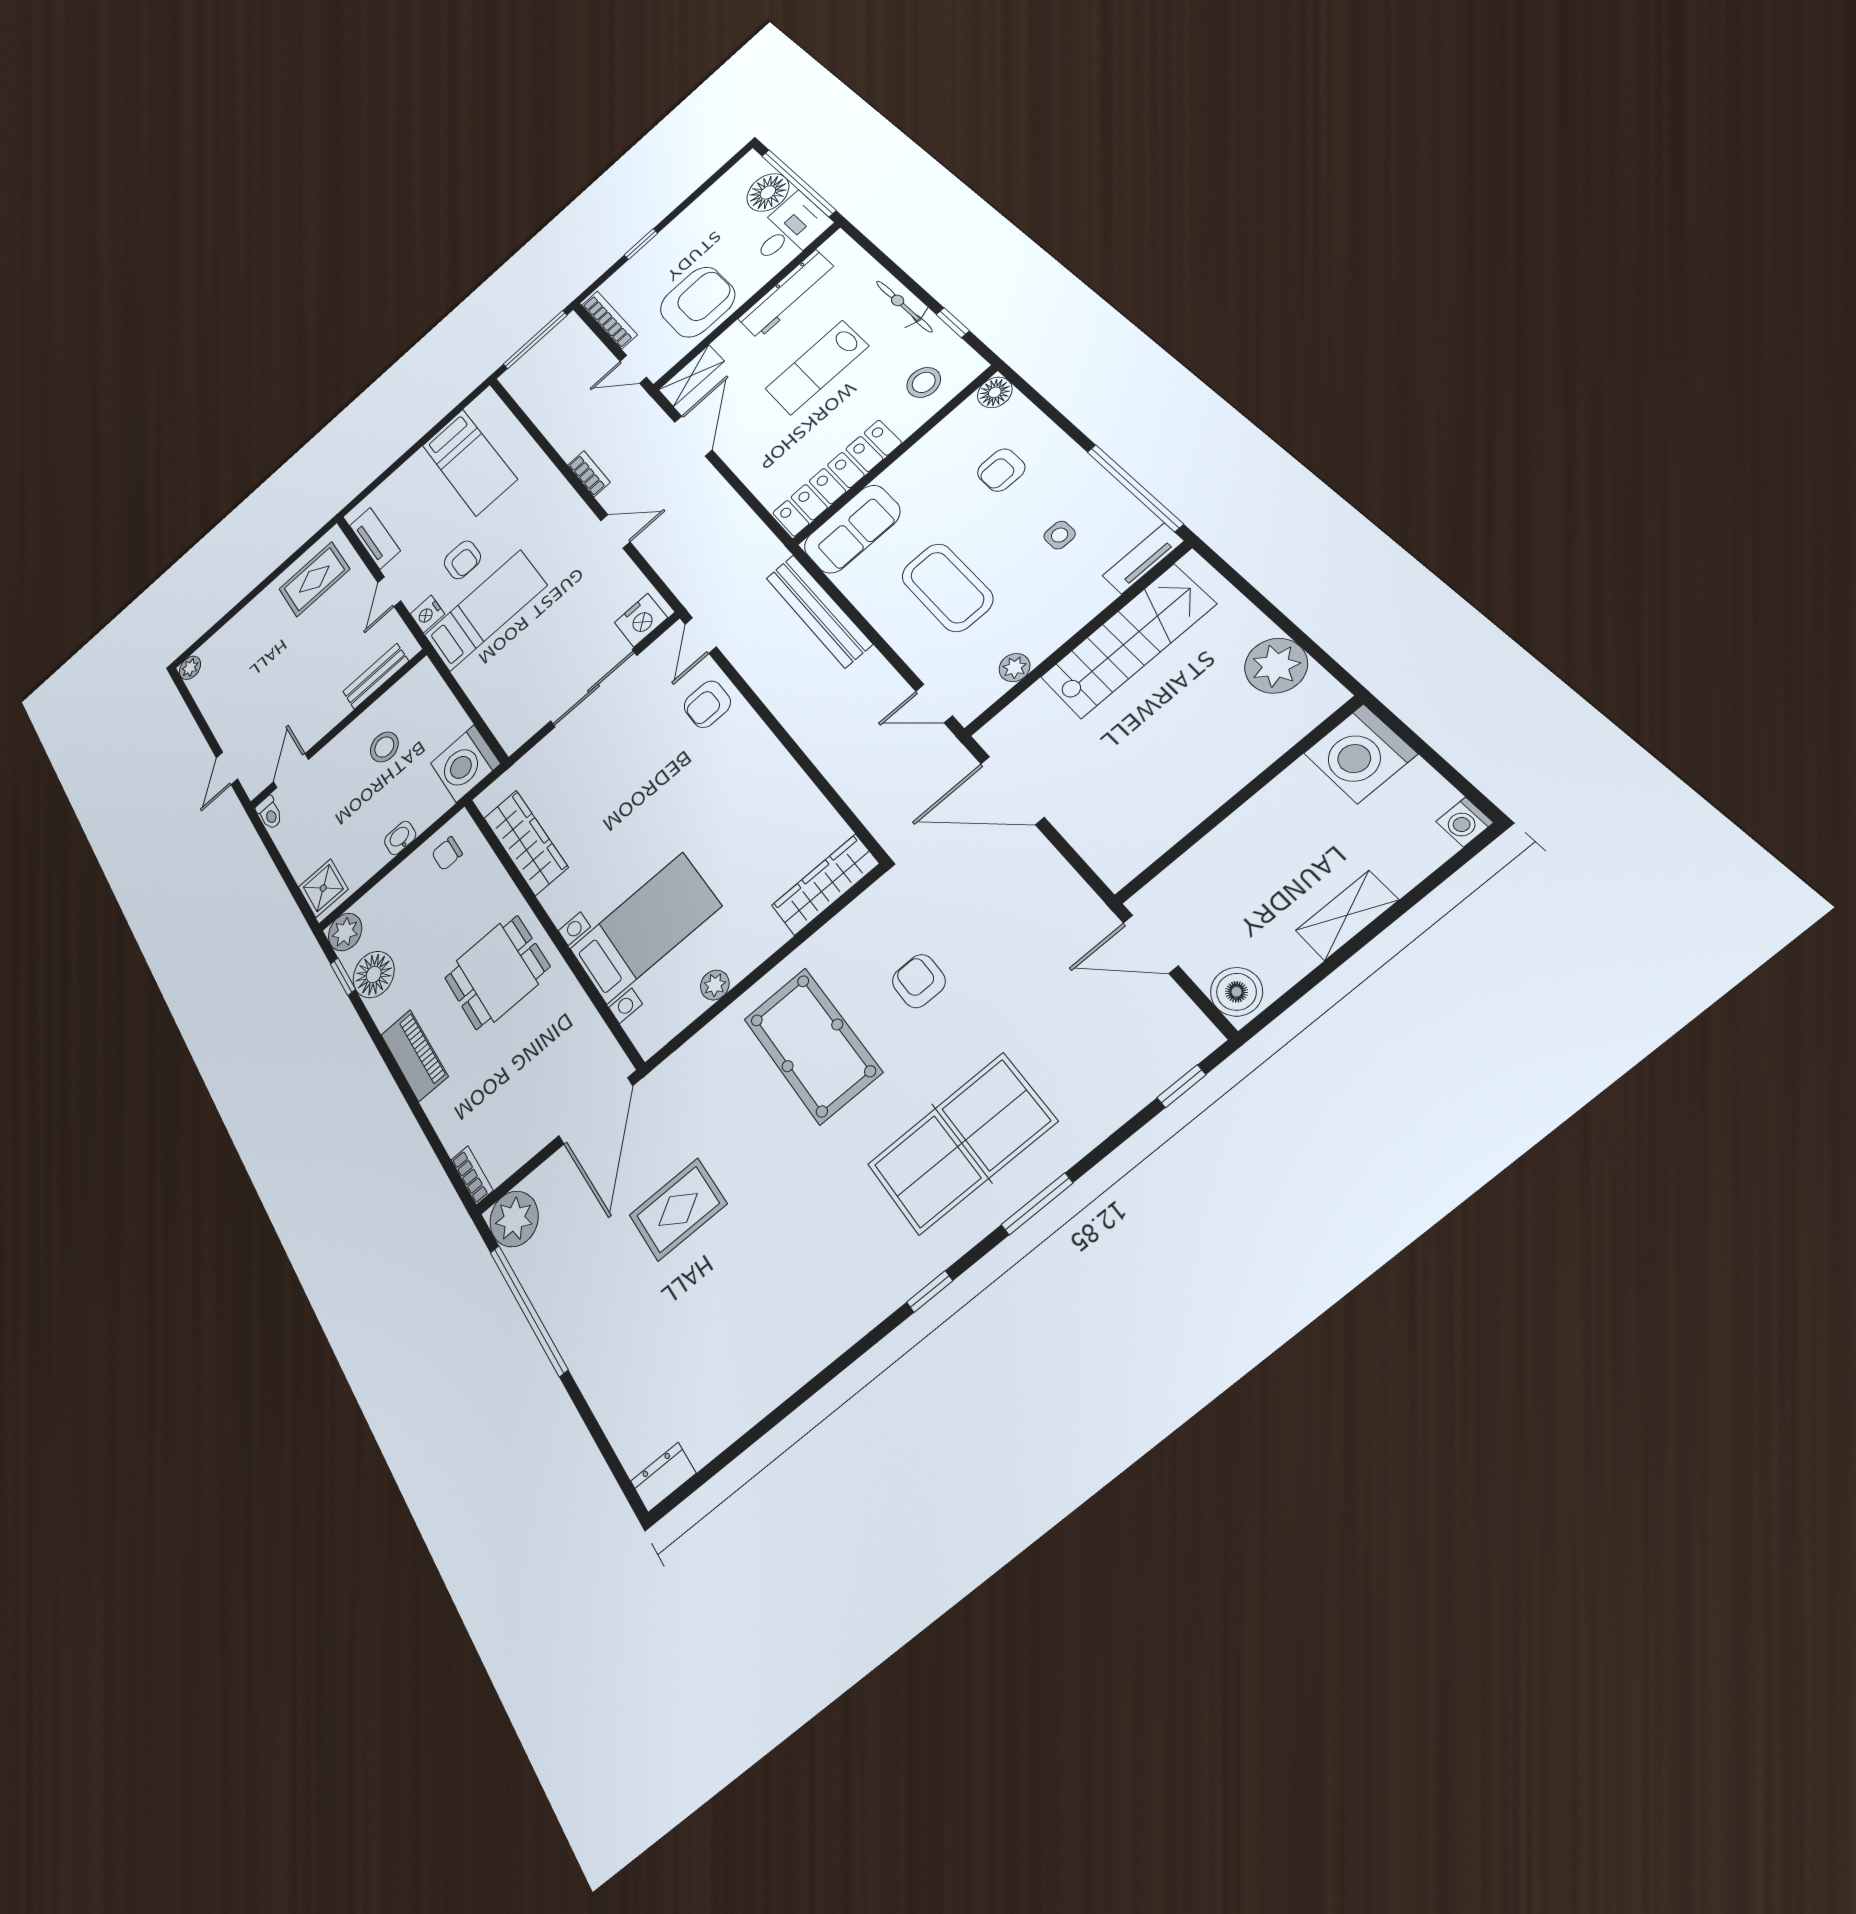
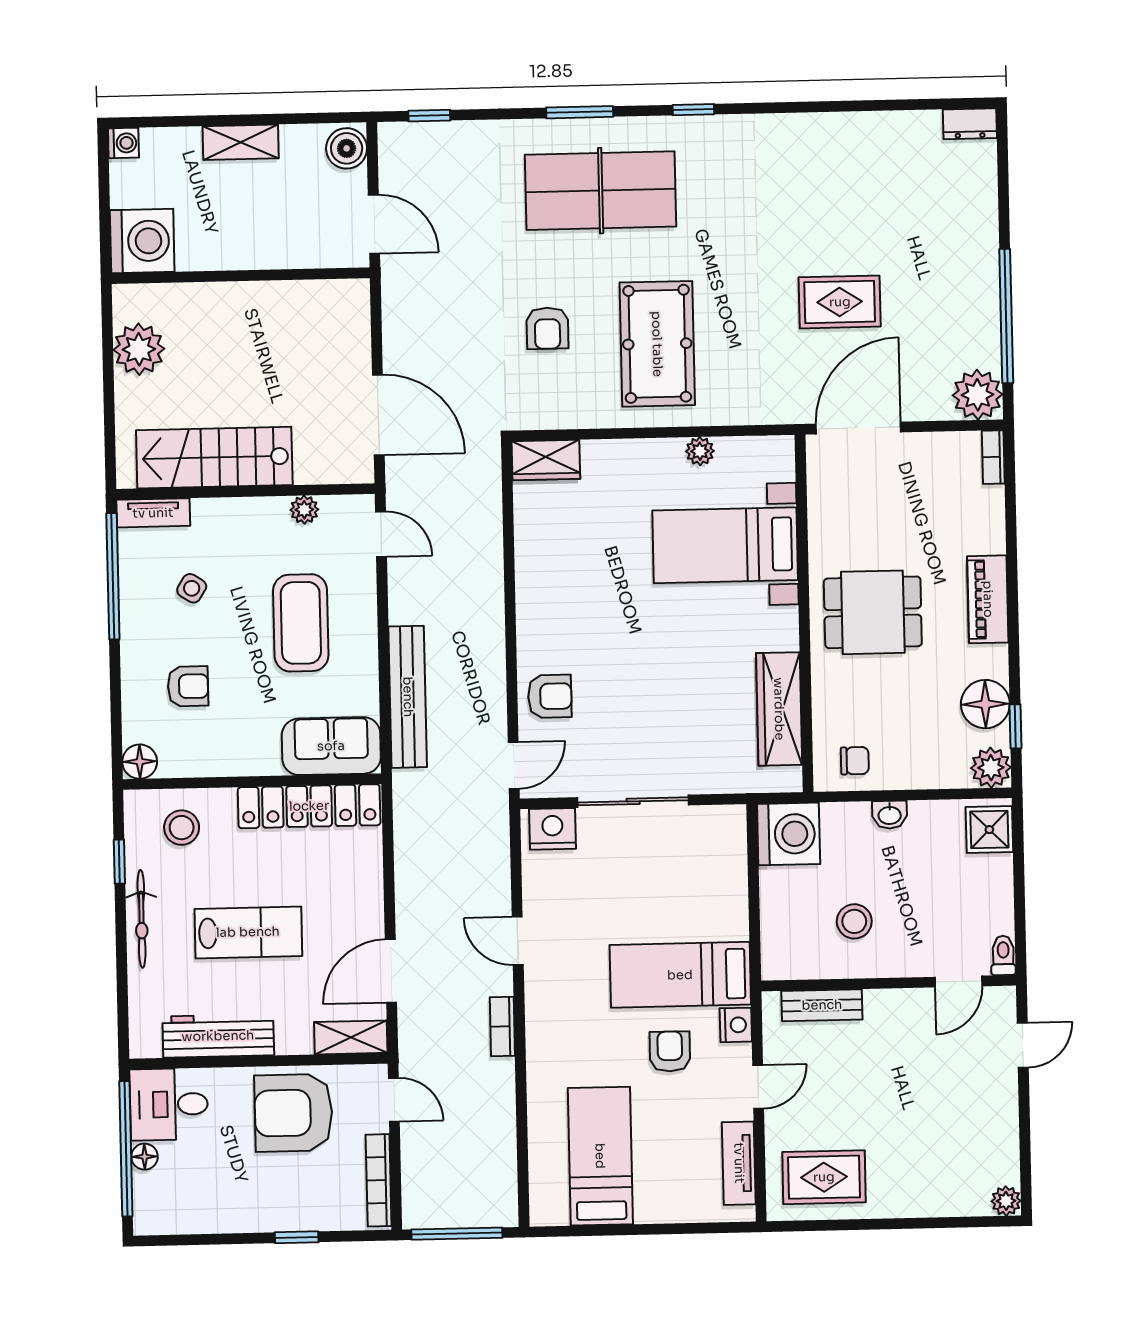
floor lamp: (768, 192) -> (145, 1157), width x0.53, depth x0.53
side table: (1060, 535) -> (192, 588), turned 32
wardrobe: (825, 885) -> (546, 460), width x0.67

